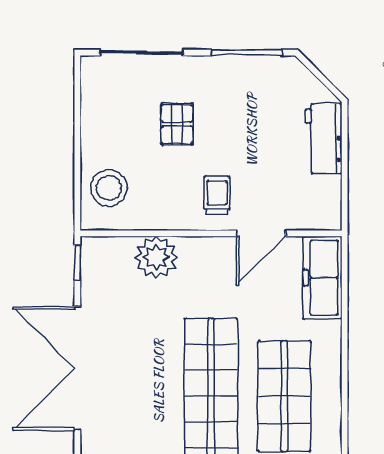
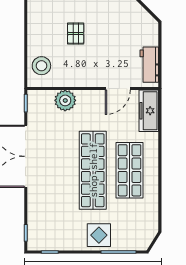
workbench: (324, 139) -> (149, 65), moved
trolley: (217, 196) -> (96, 69), removed

